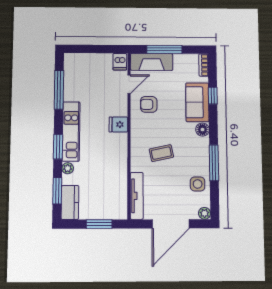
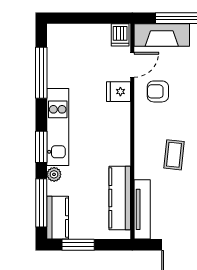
fridge: (118, 124) -> (119, 92), moved
coffee table: (161, 153) -> (174, 155), turned -72
kitchen counter: (119, 187) -> (120, 198), added
window: (57, 191) -> (41, 203), width x1.44
window: (99, 224) -> (78, 245), moved

